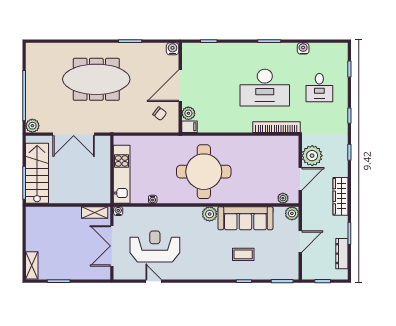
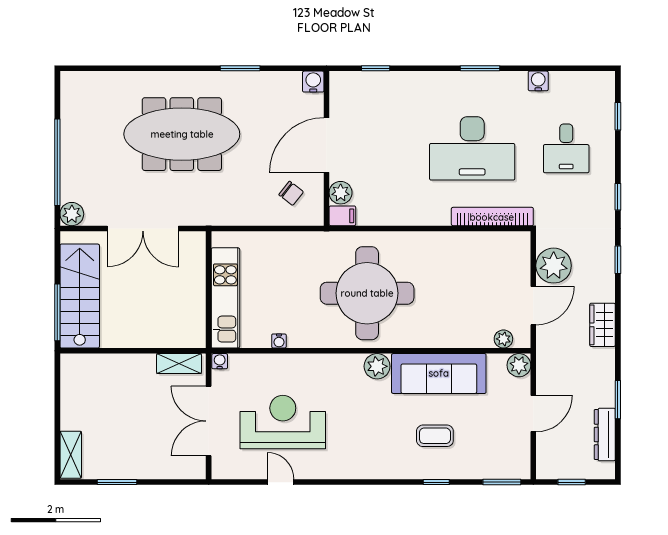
wardrobe: (340, 196) -> (603, 325), width x0.67

